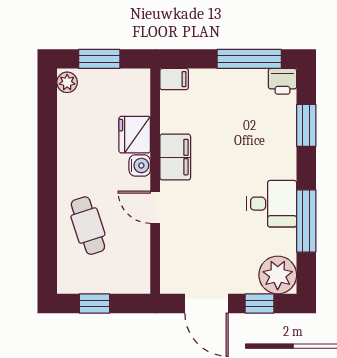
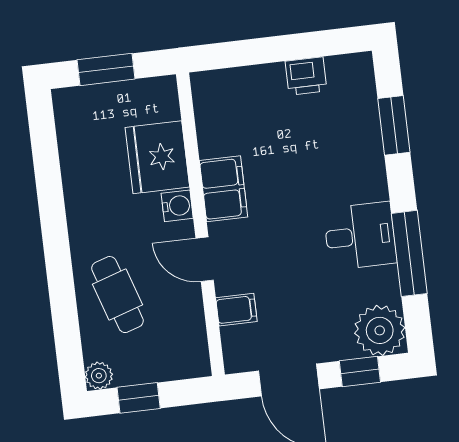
window: (249, 59) -> (307, 45), removed
filing cabinet: (174, 79) -> (236, 310), moved
printer: (282, 81) -> (306, 76), moved
plant: (67, 82) -> (99, 376), moved
fridge: (135, 135) -> (157, 157), width x1.36, depth x1.34

